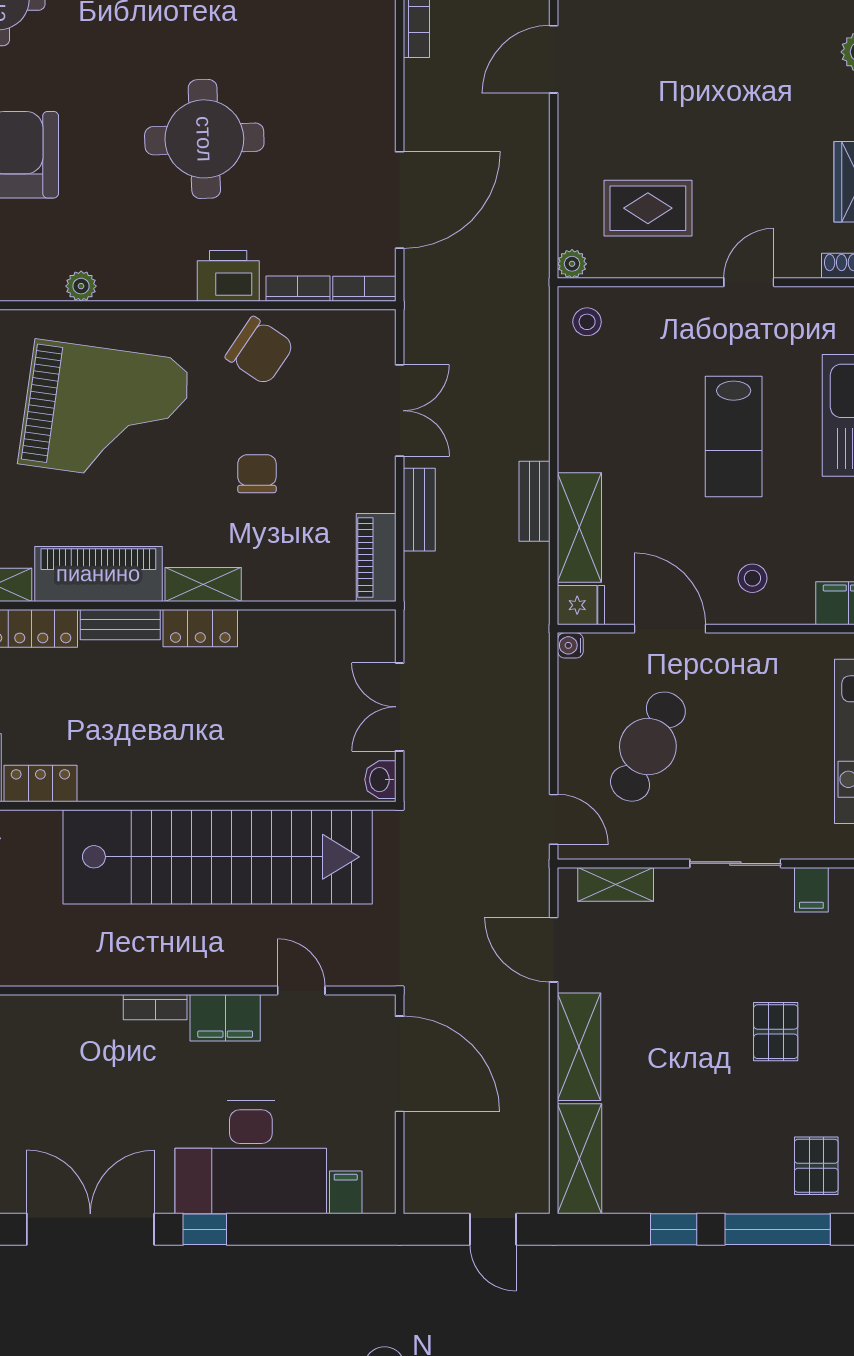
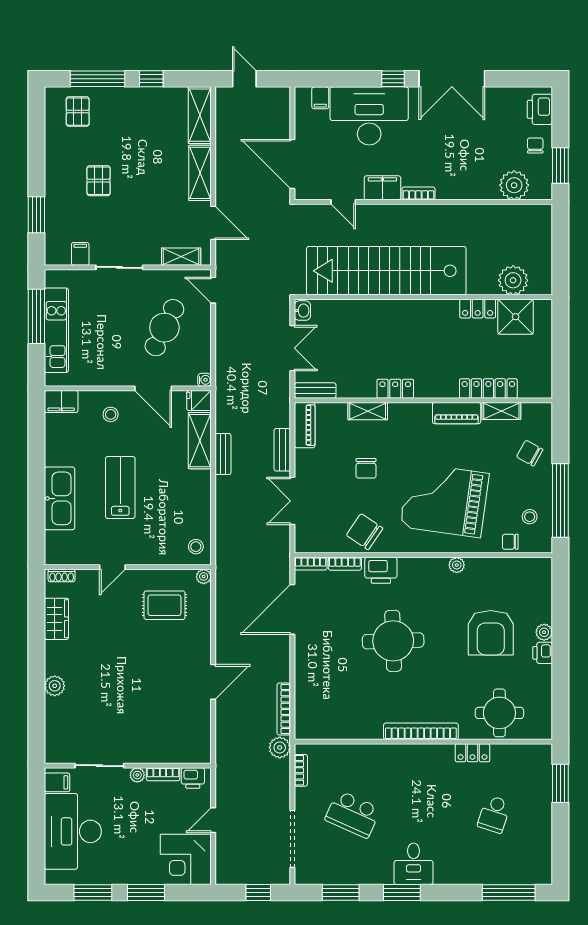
piano: (98, 574) -> (457, 413), width x0.73, depth x0.75
shelving: (203, 585) -> (368, 411), moved
bench: (120, 625) -> (315, 390), moved

